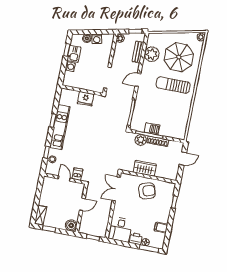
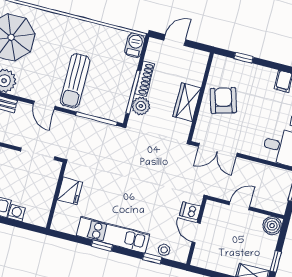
sun lounger: (173, 85) -> (75, 81), moved
barbecue: (152, 129) -> (135, 45), moved
door: (183, 159) -> (175, 40), hinge flipped
door: (64, 179) -> (196, 233), hinge flipped
door: (82, 204) -> (239, 206), hinge flipped

